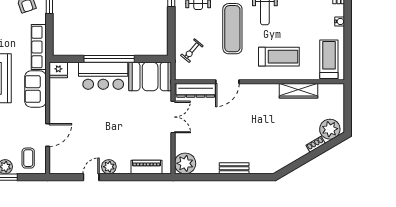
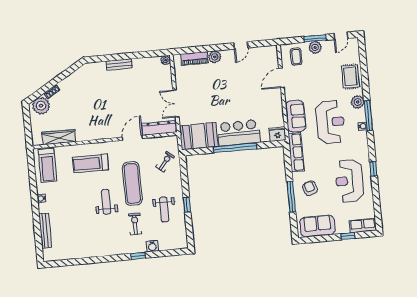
wardrobe: (299, 91) -> (59, 137), moved
plant: (185, 163) -> (166, 60), width x0.53, depth x0.53
plant: (109, 167) -> (215, 57), moved

